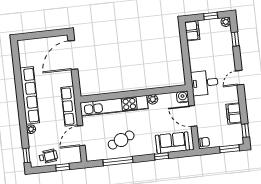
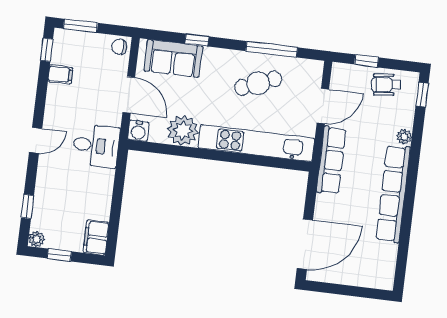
plant: (153, 99) -> (183, 131), width x1.88, depth x1.88
filing cabinet: (234, 113) -> (60, 74), width x0.50

